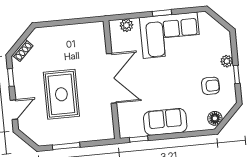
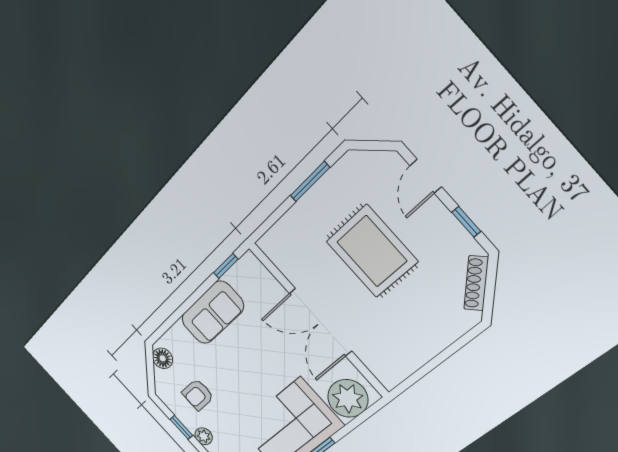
plant: (126, 25) -> (348, 398), width x1.87, depth x1.87
shoe rack: (23, 50) -> (476, 283), width x1.43

